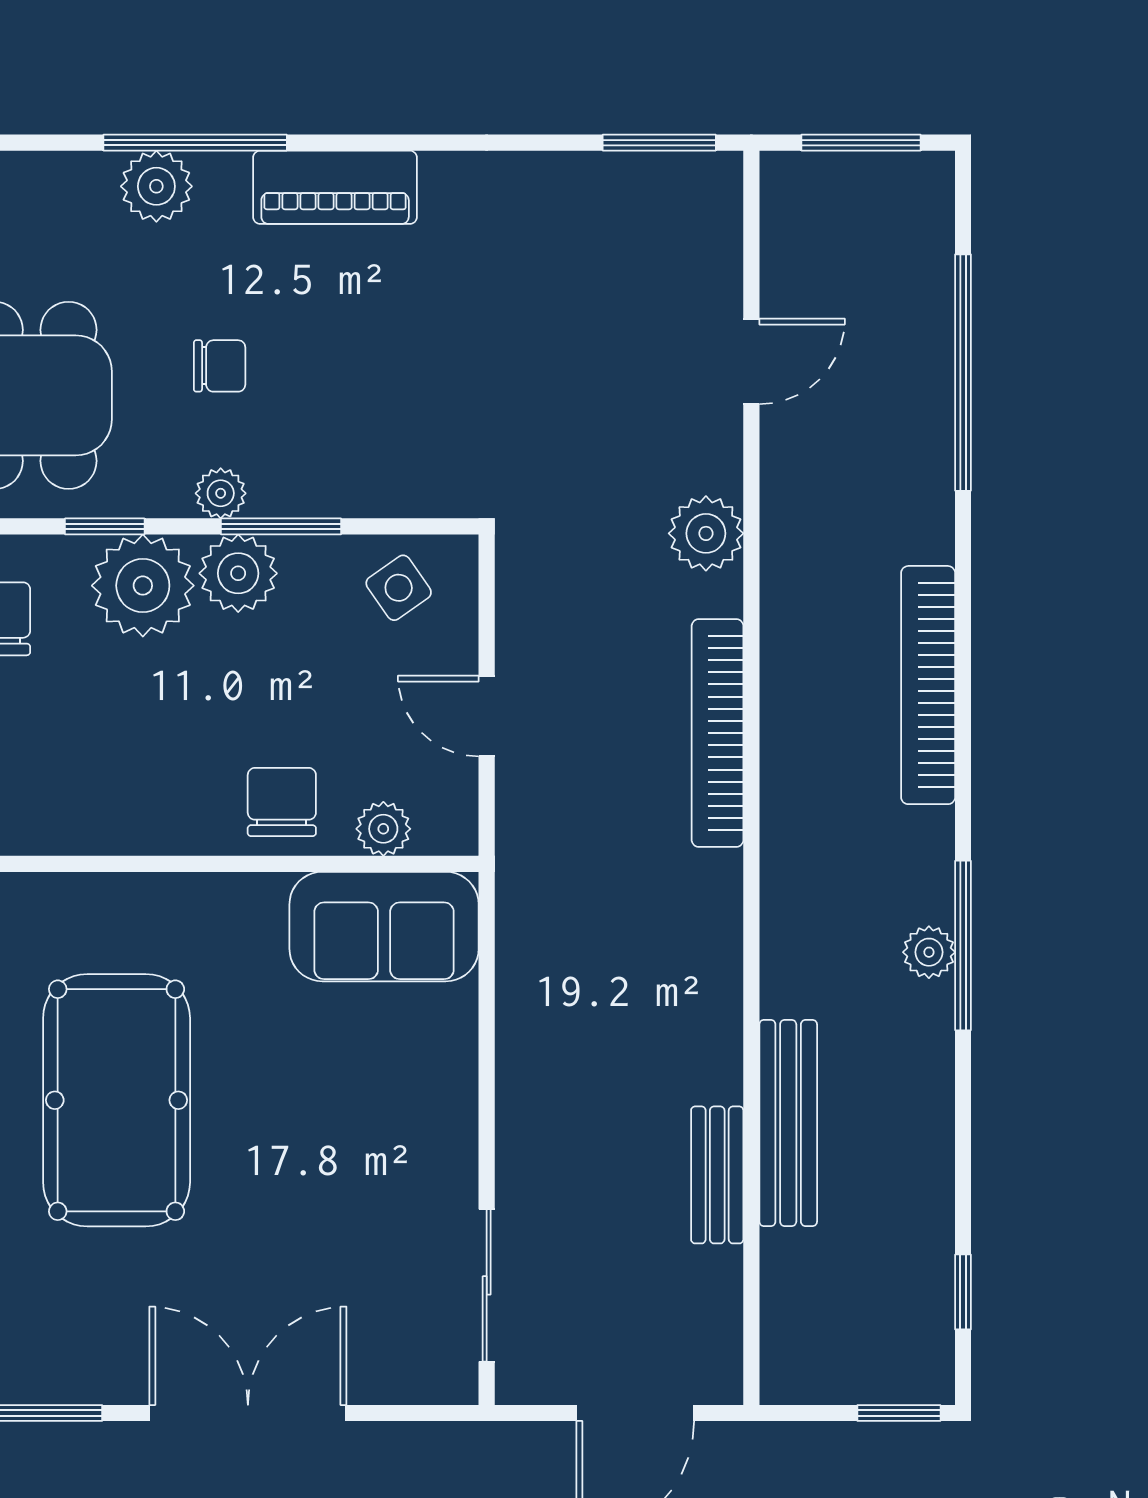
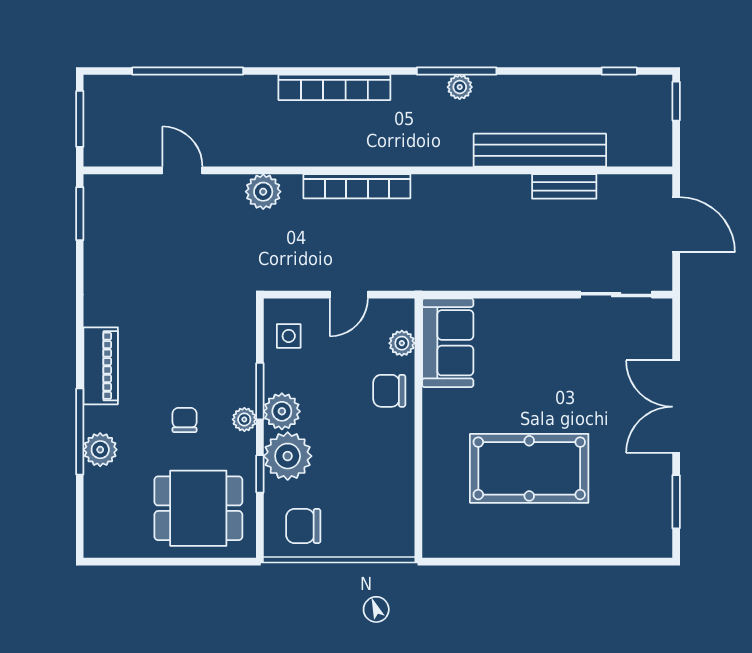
side table: (399, 588) -> (289, 336), turned 35
bench: (788, 1123) -> (540, 150), width x1.37, depth x1.21

